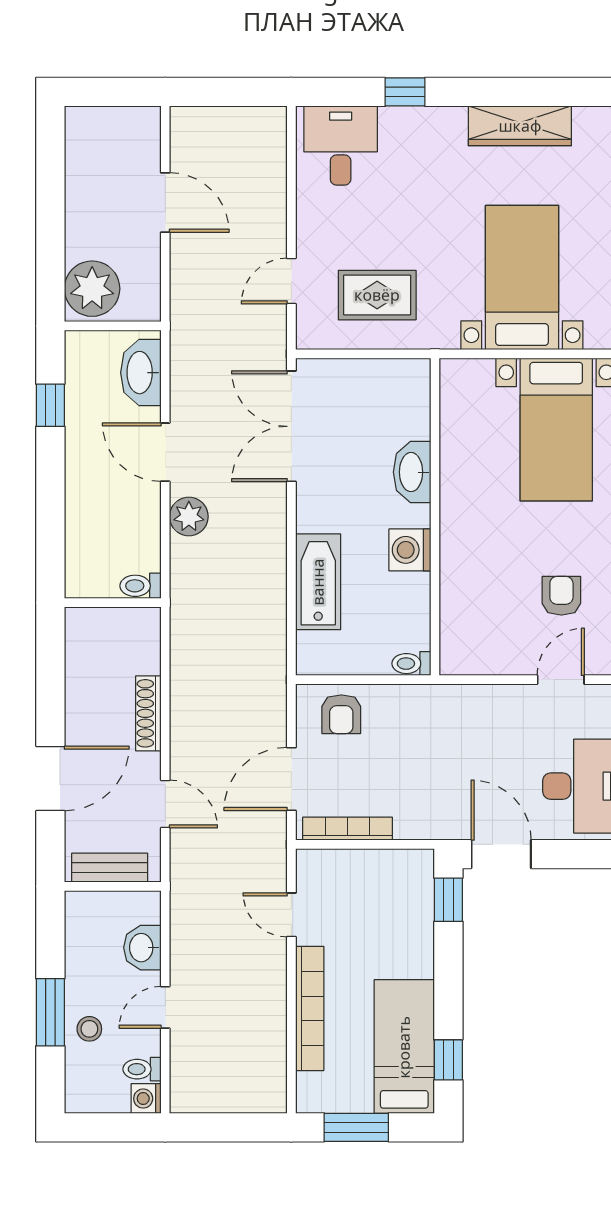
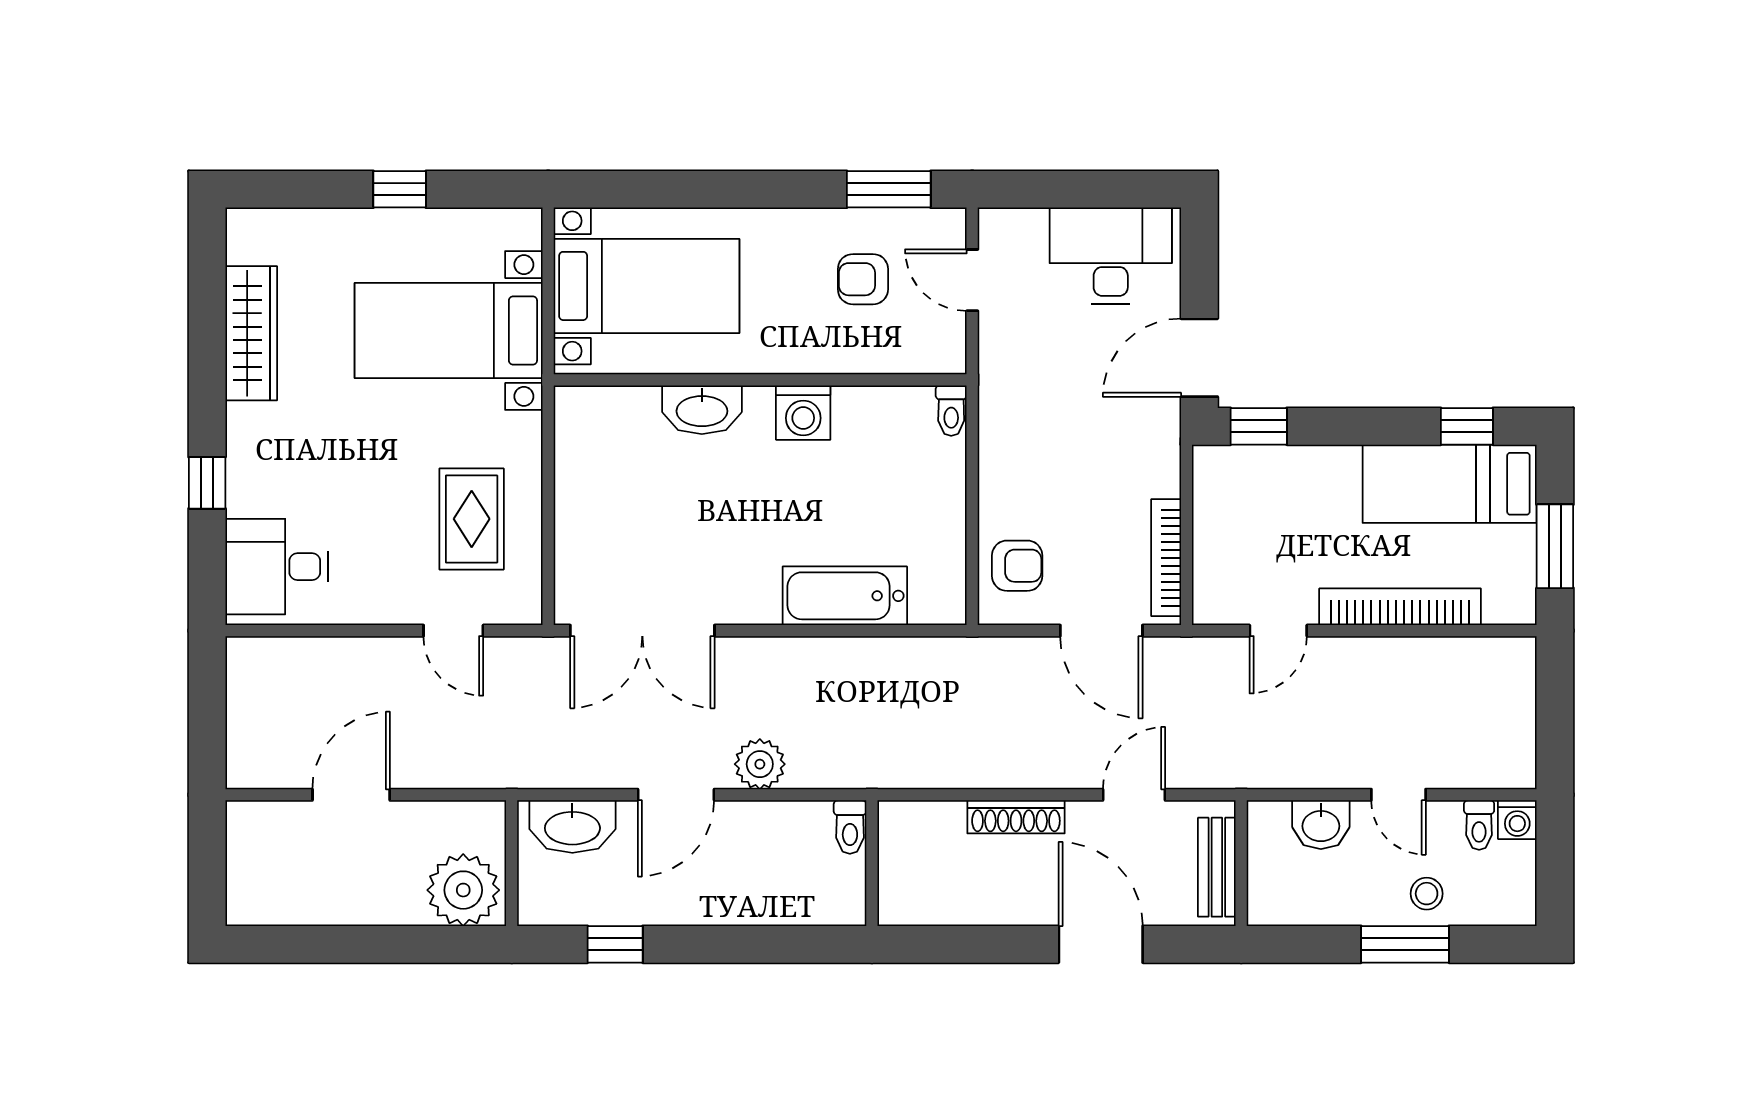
washbasin: (412, 472) -> (702, 410), moved
wall: (435, 517) -> (760, 380), moved
washing machine: (410, 550) -> (803, 413), moved
toilet: (411, 664) -> (951, 411), moved

